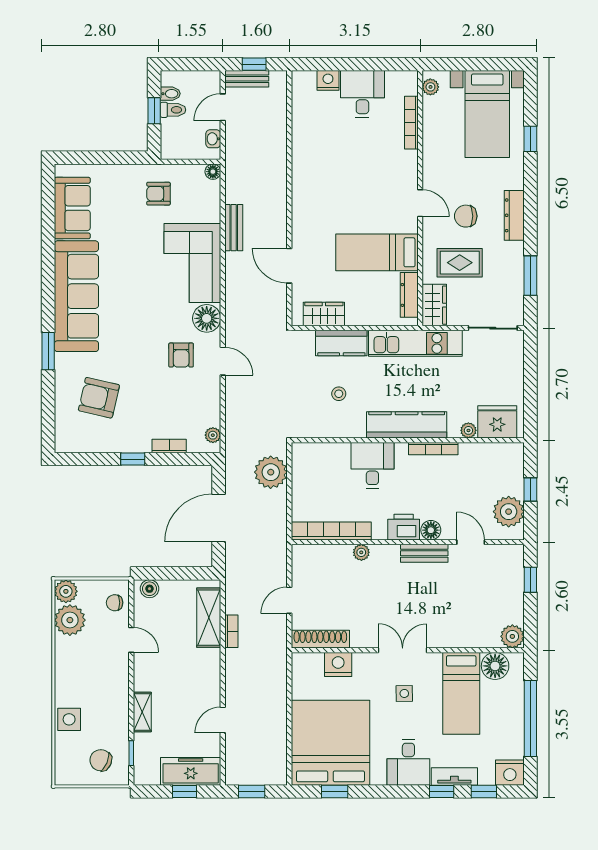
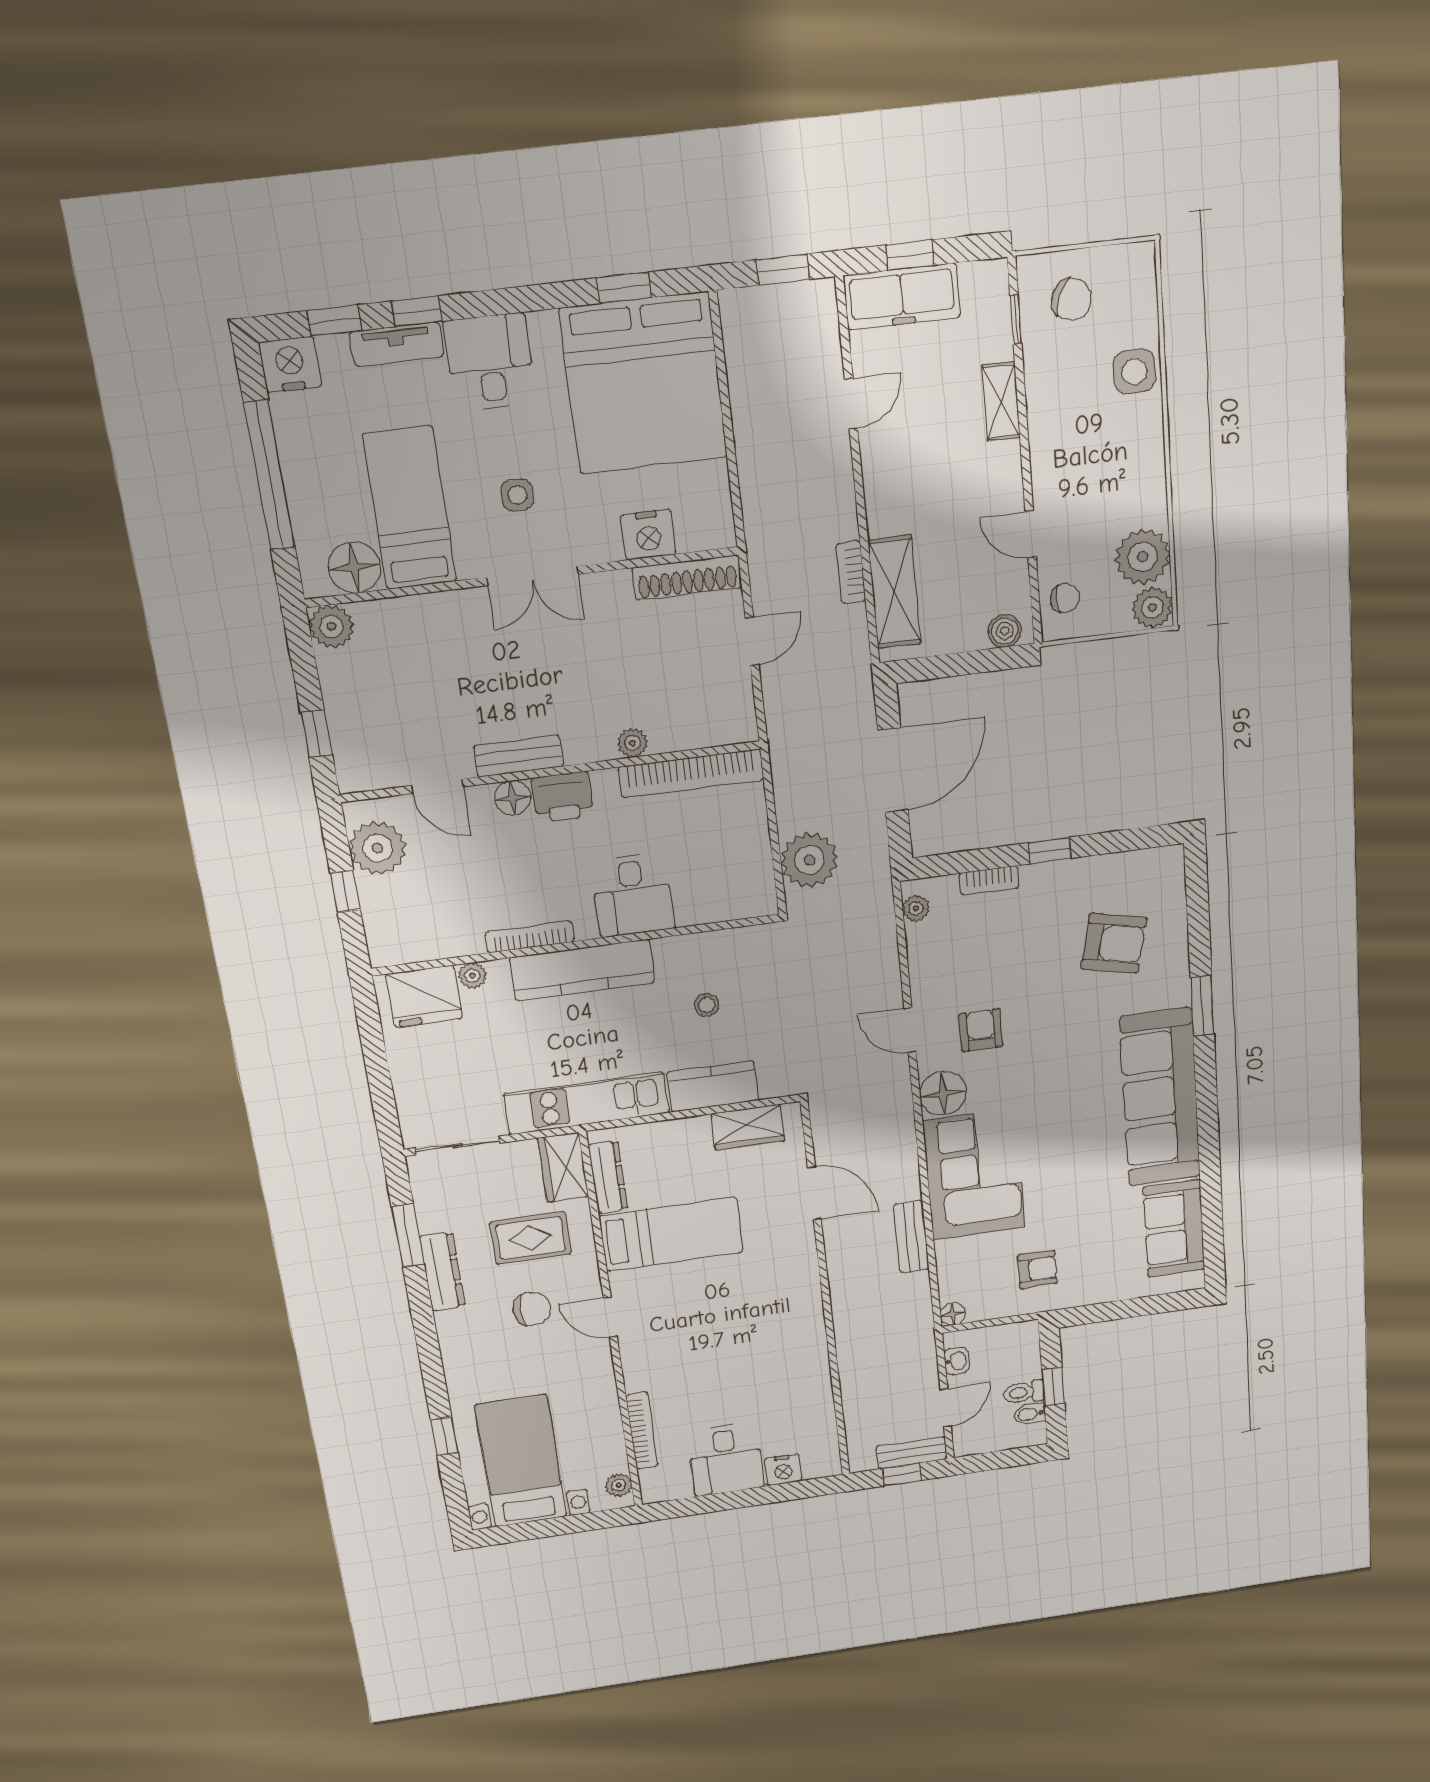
dresser: (514, 215) -> (442, 1271), moved

